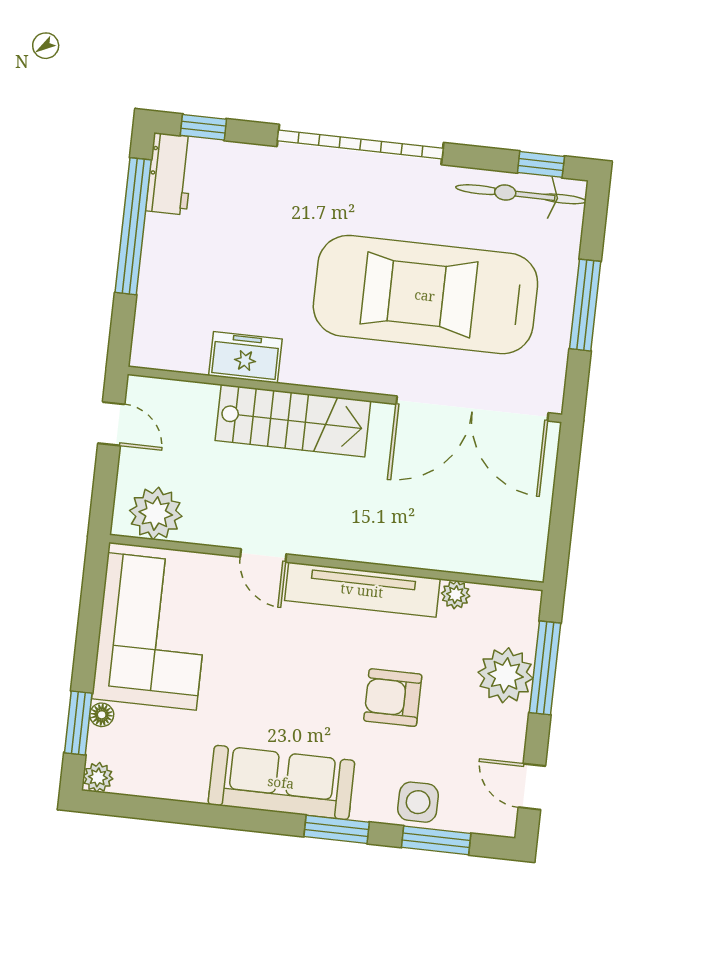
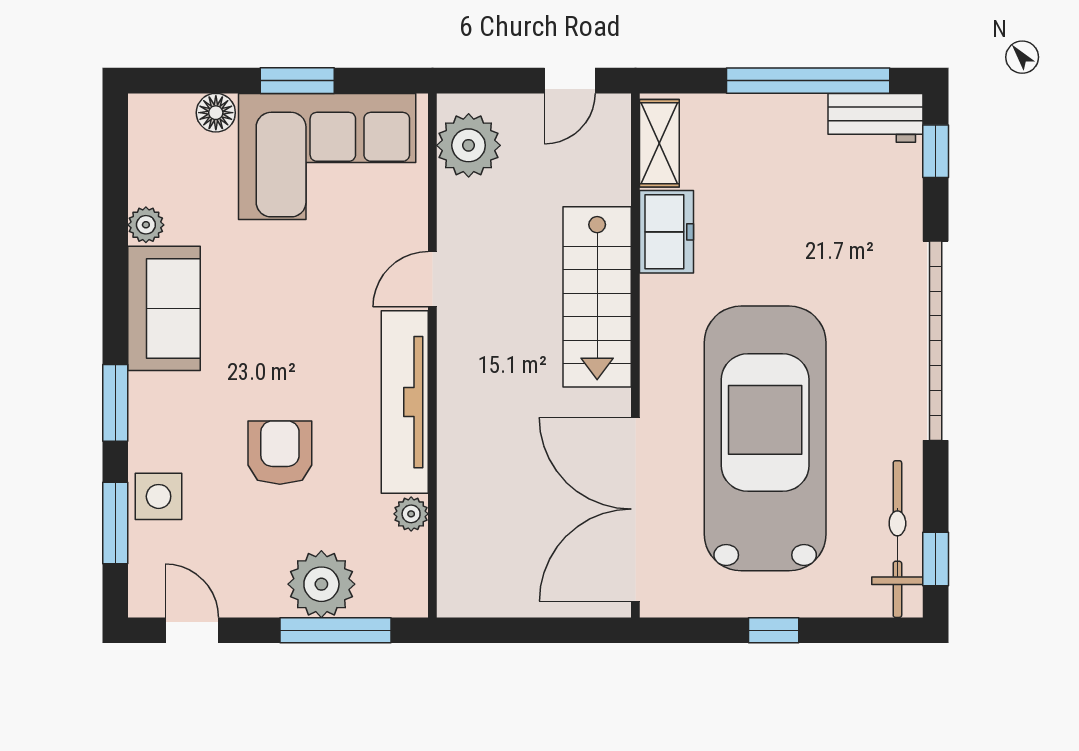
window: (585, 305) -> (774, 630), width x0.46
shelving: (171, 355) -> (659, 143), added
floor lamp: (102, 715) -> (216, 113), width x1.37, depth x1.37
window: (78, 723) -> (297, 81), moved
plant: (98, 777) -> (146, 225), moved
sofa: (281, 782) -> (164, 308), width x0.73
door: (532, 787) -> (192, 630), hinge flipped

